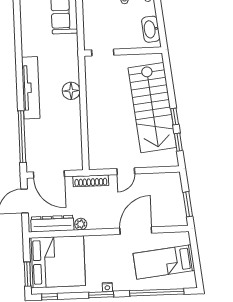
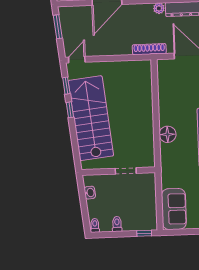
washbasin: (151, 29) -> (90, 193), width x0.52, depth x0.69
doorway: (103, 52) -> (126, 171), moved
door: (126, 171) -> (77, 60), moved

